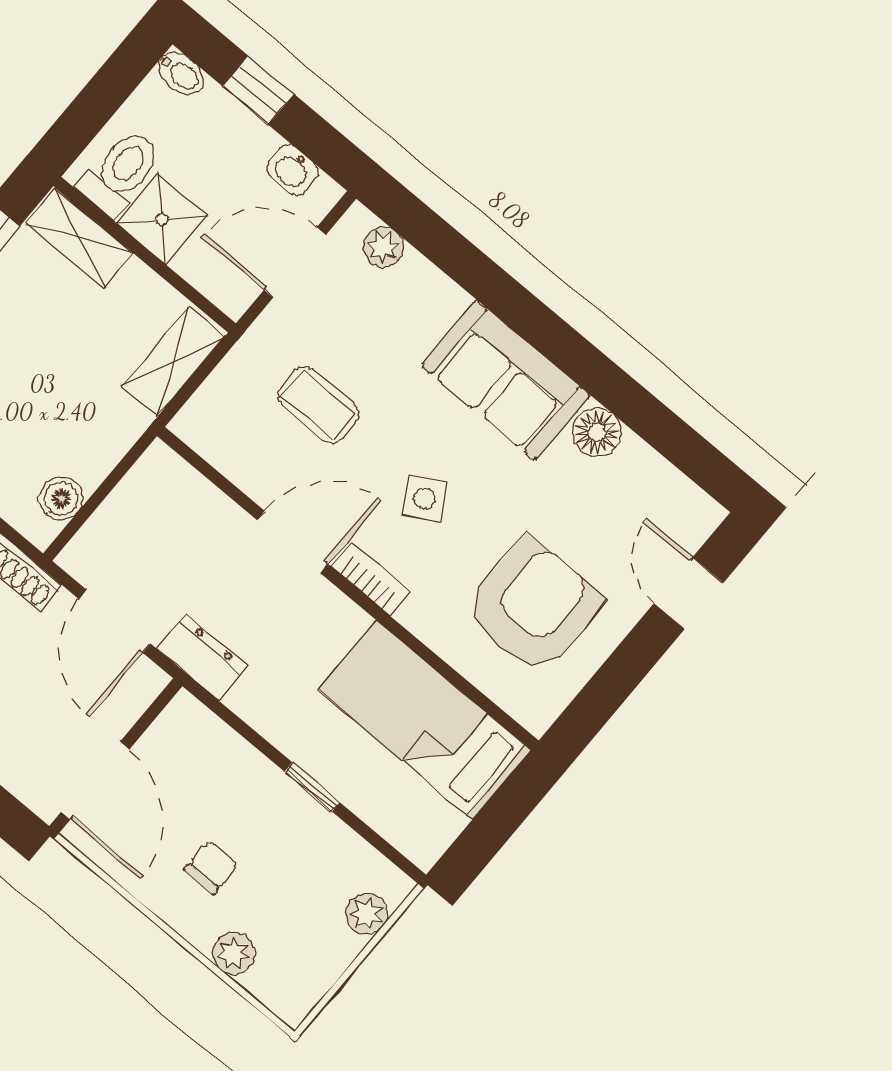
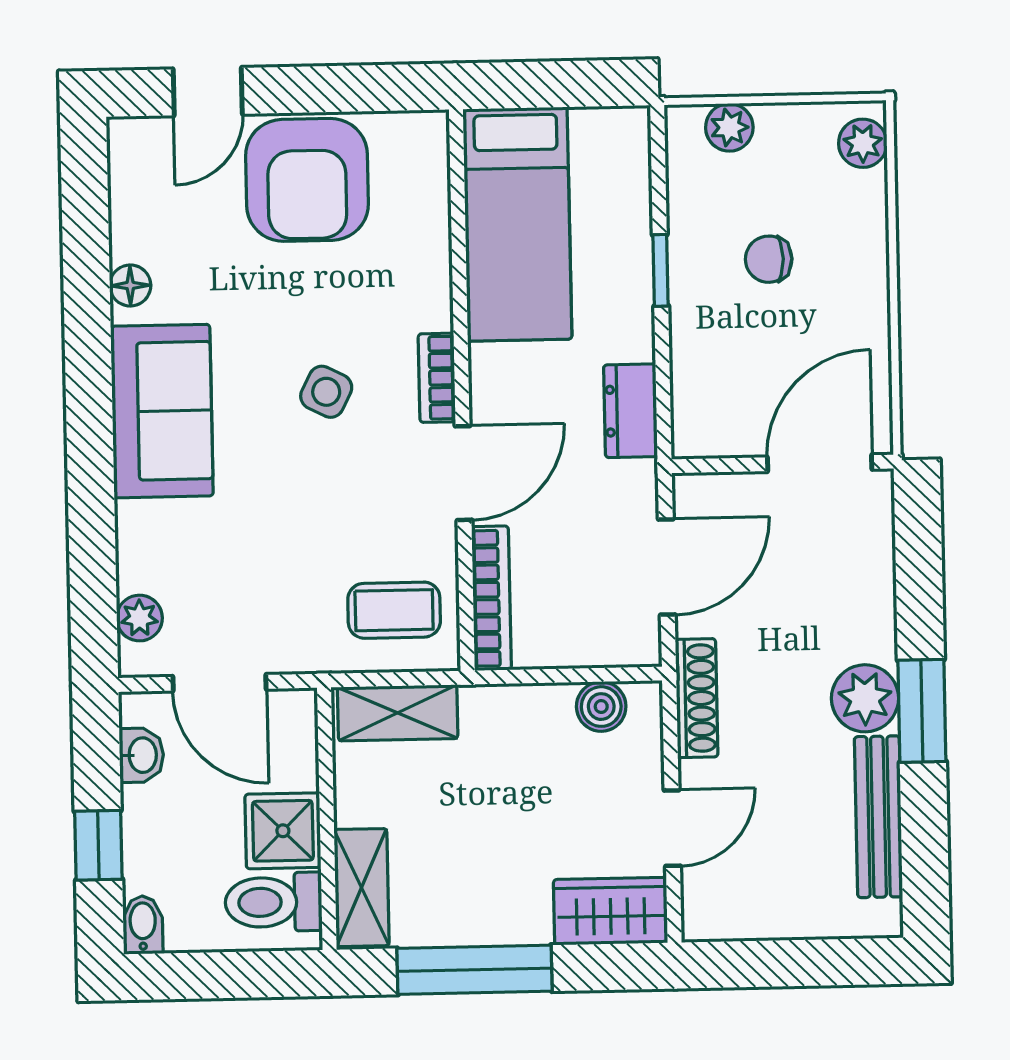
coffee table: (318, 405) -> (394, 610), moved, turned 90
floor lamp: (597, 432) -> (130, 285), width x0.73, depth x0.73
bookcase: (195, 489) -> (491, 598), added
side table: (424, 499) -> (326, 392), turned -34
door: (293, 542) -> (463, 473), swing flipped
armchair: (533, 606) -> (307, 180), moved, turned -90
dresser: (202, 657) -> (631, 411), moved
chair: (211, 867) -> (769, 259), moved
plant: (234, 953) -> (863, 143), moved

